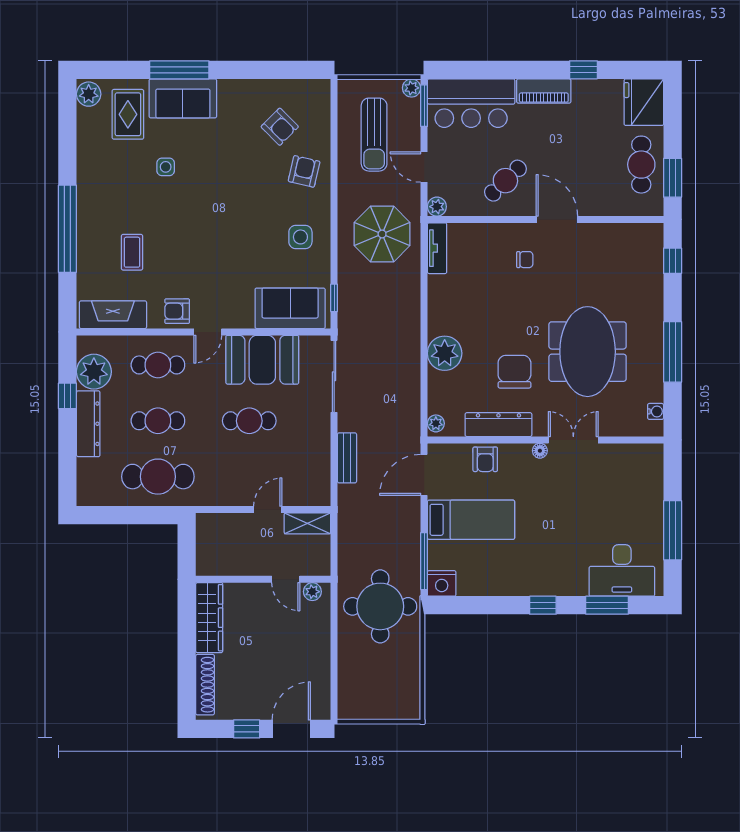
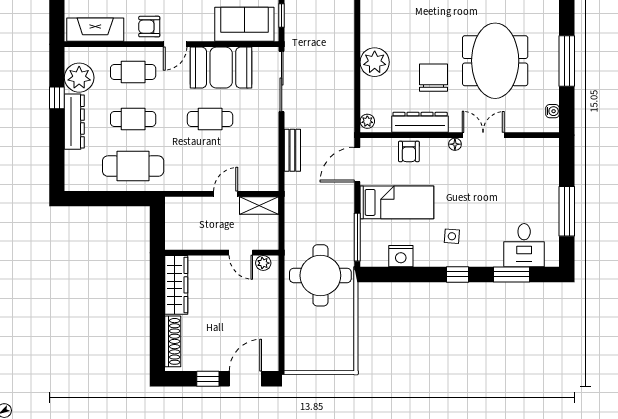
side table: (536, 560) -> (452, 236), added
desk: (622, 570) -> (524, 245), width x0.73
nightstand: (442, 583) -> (401, 256), moved

